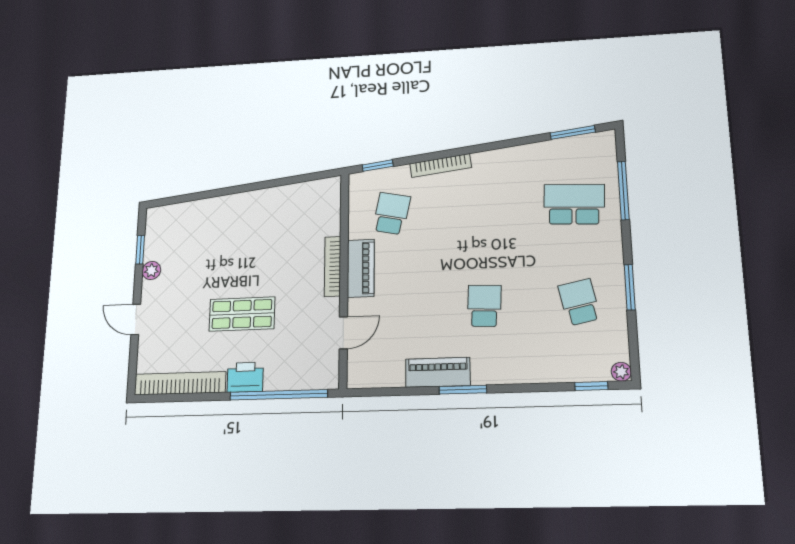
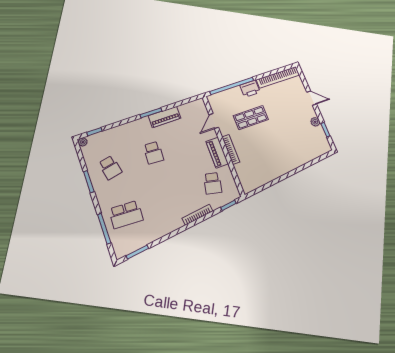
shop shelf: (242, 314) -> (251, 118), moved

